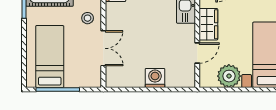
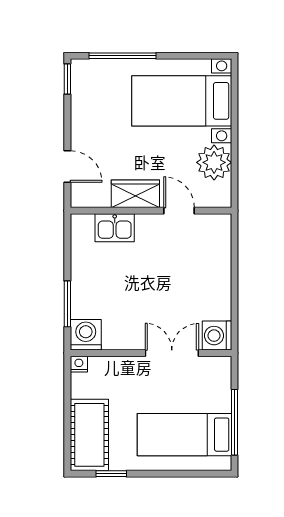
stool: (88, 18) -> (126, 377), removed
washing machine: (155, 78) -> (217, 336), moved

